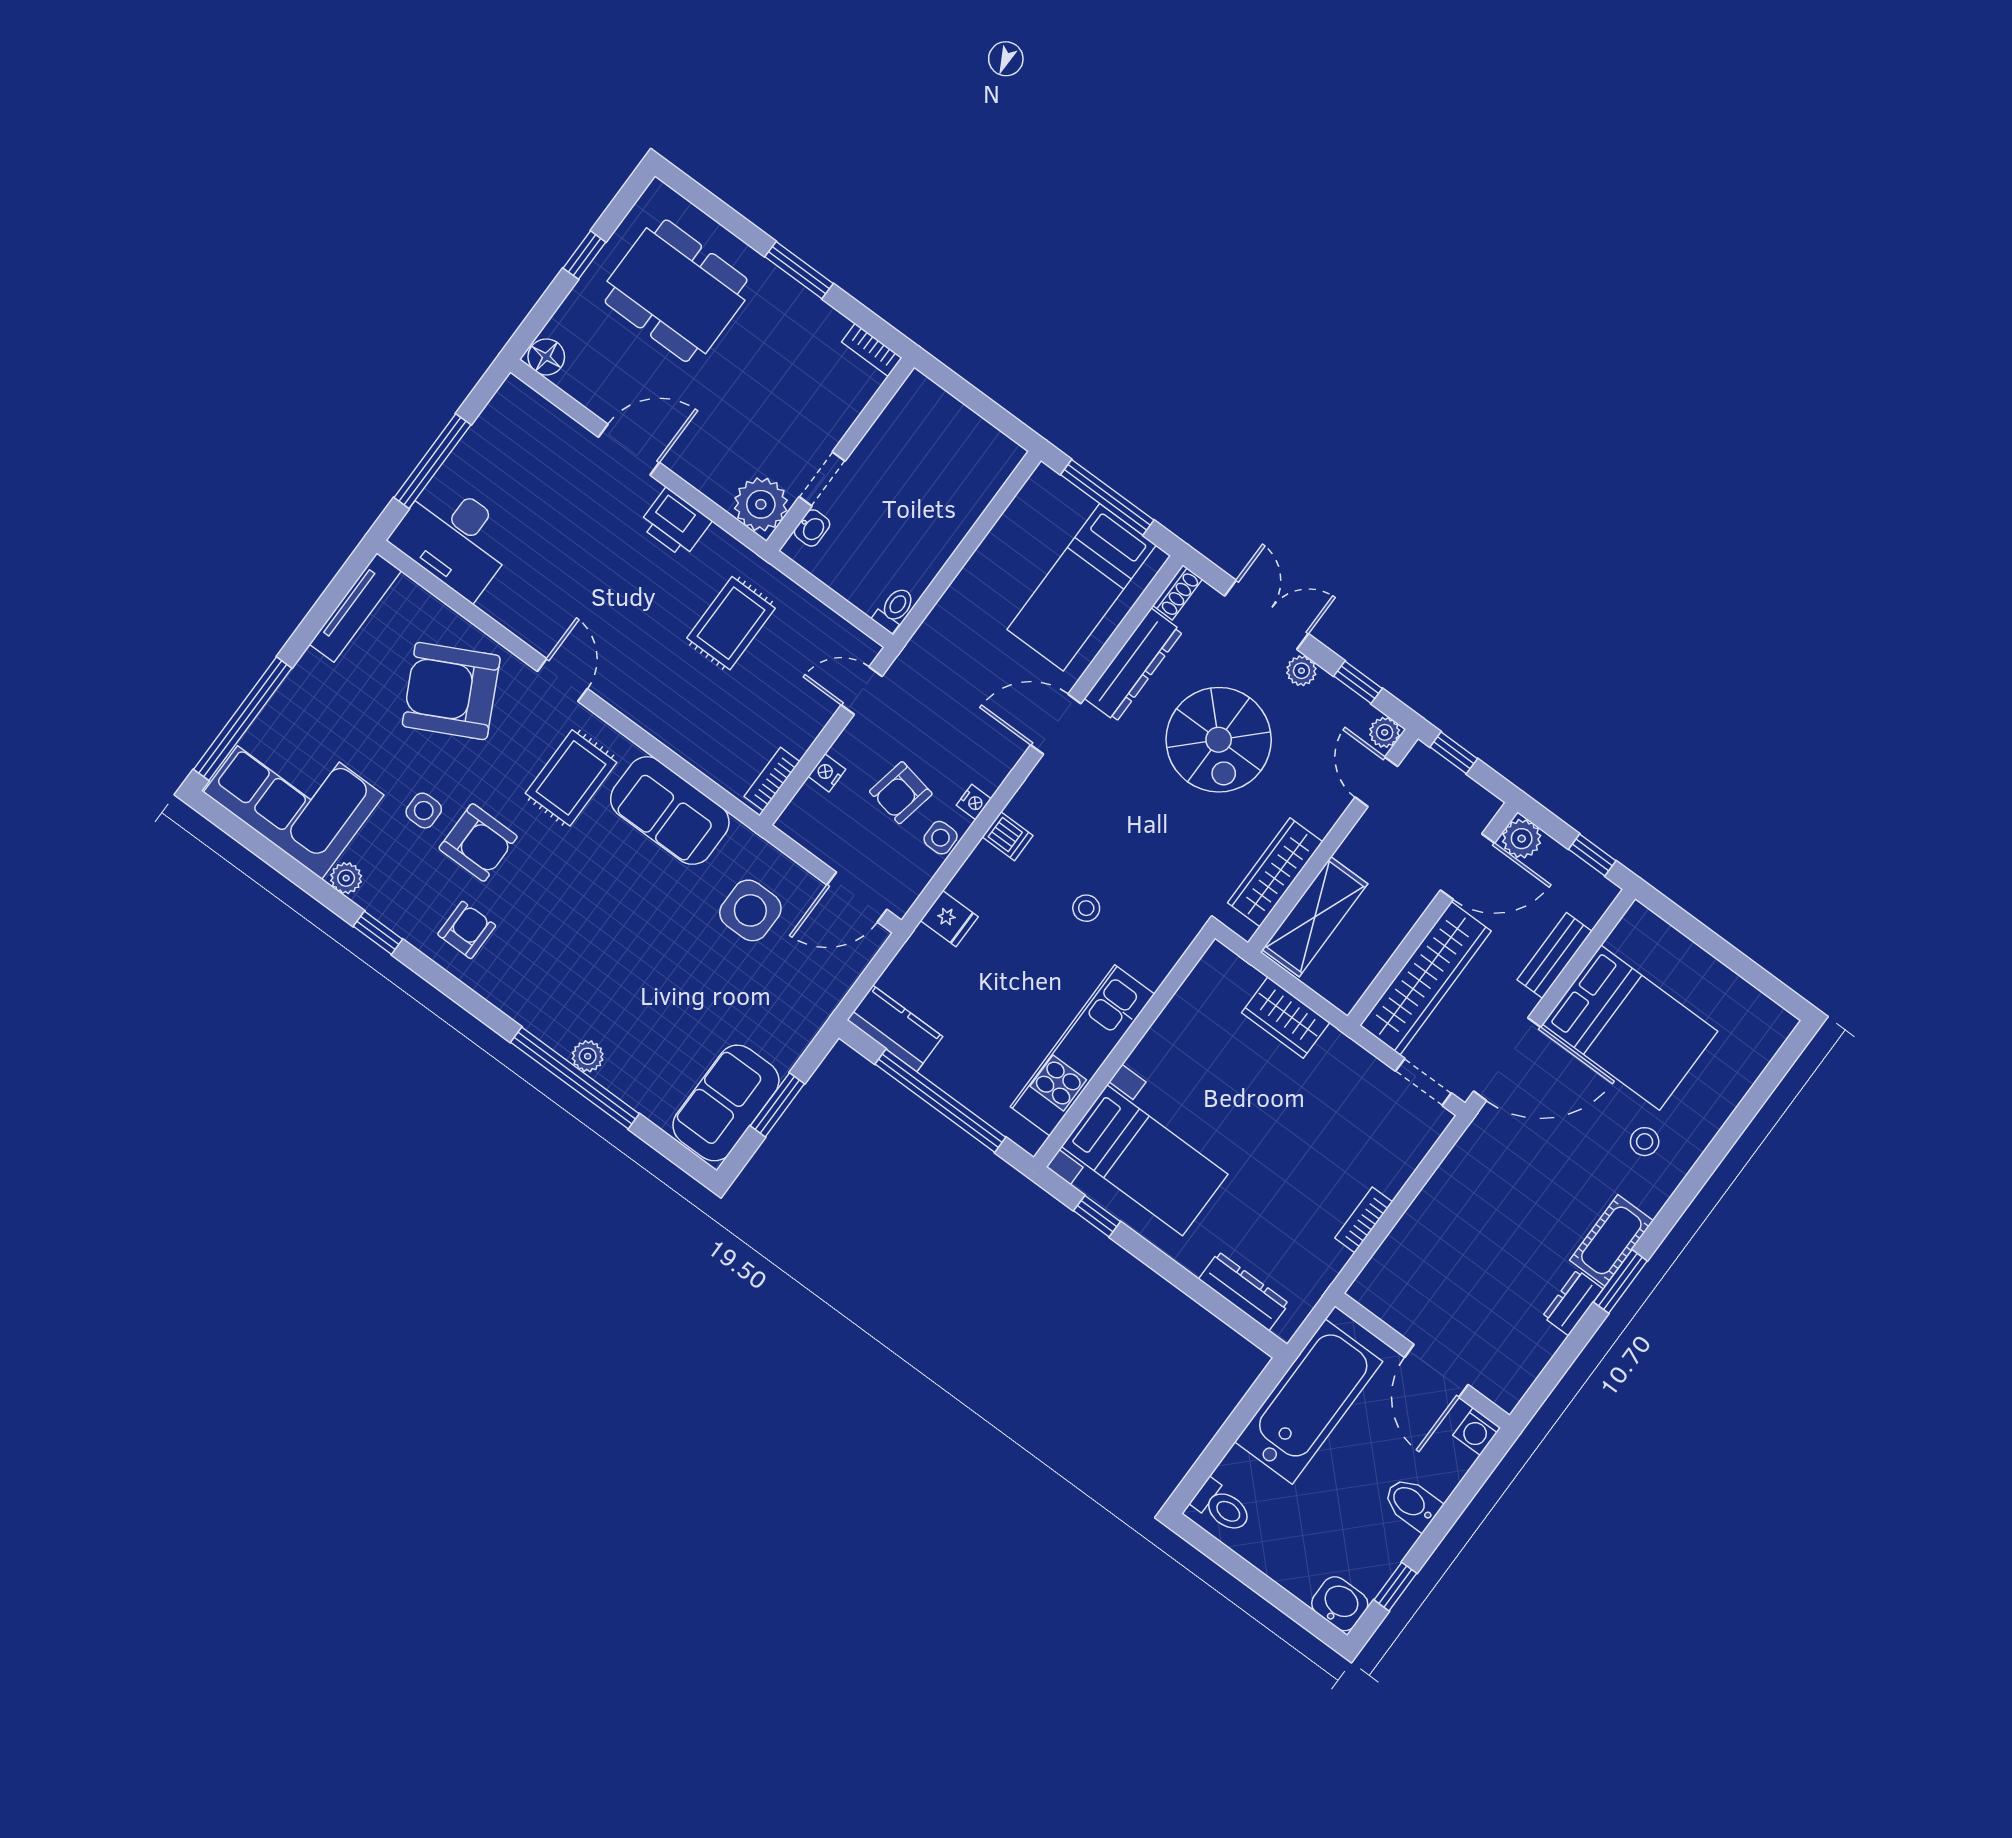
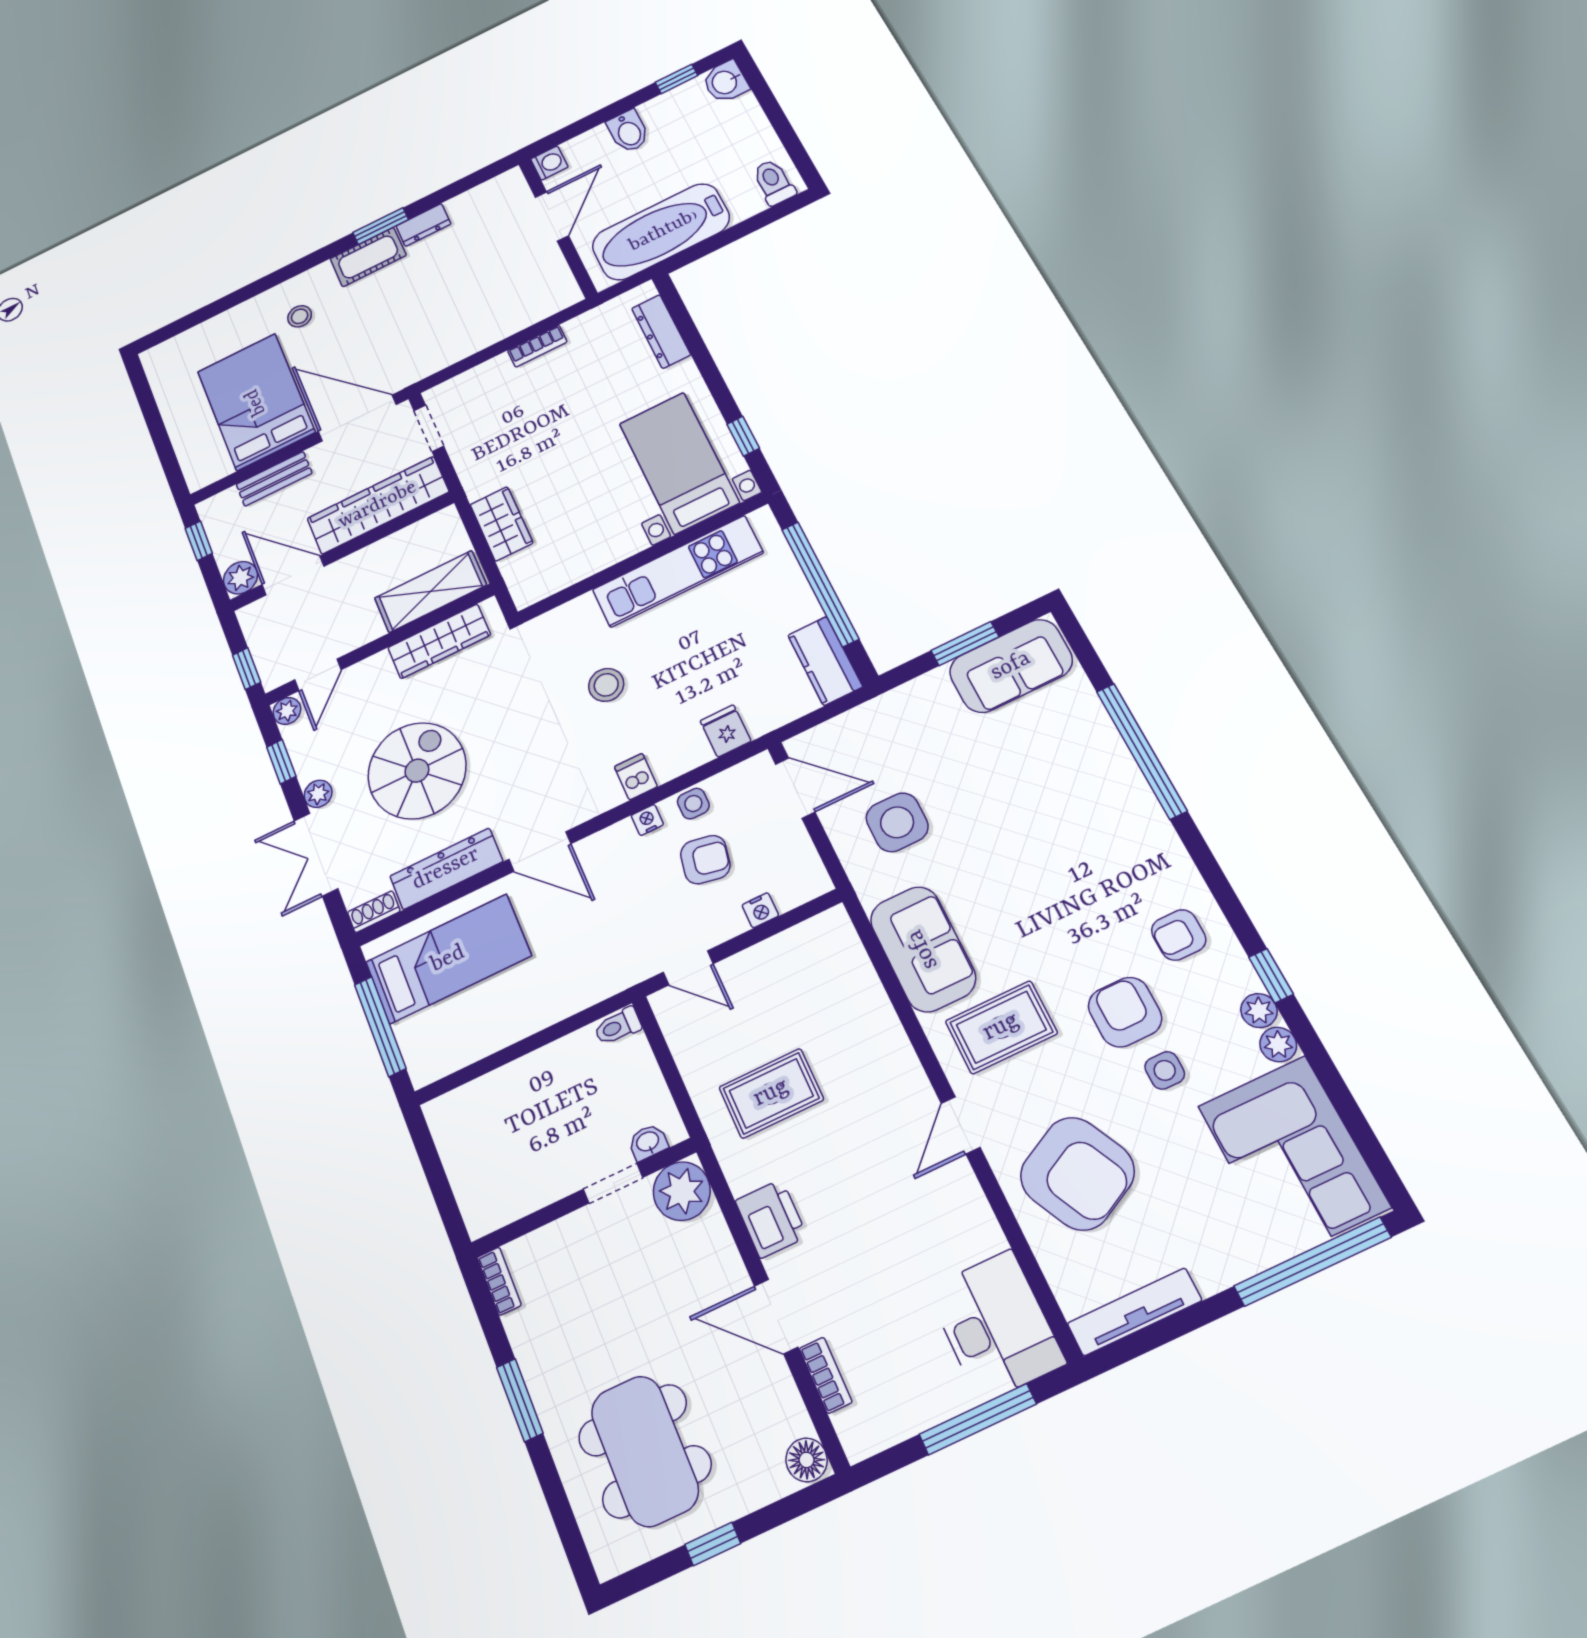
bookcase: (772, 779) -> (826, 1375), moved, turned -90
stool: (1086, 908) -> (606, 685), width x1.37, depth x1.37
plant: (588, 1056) -> (1259, 1011), moved

